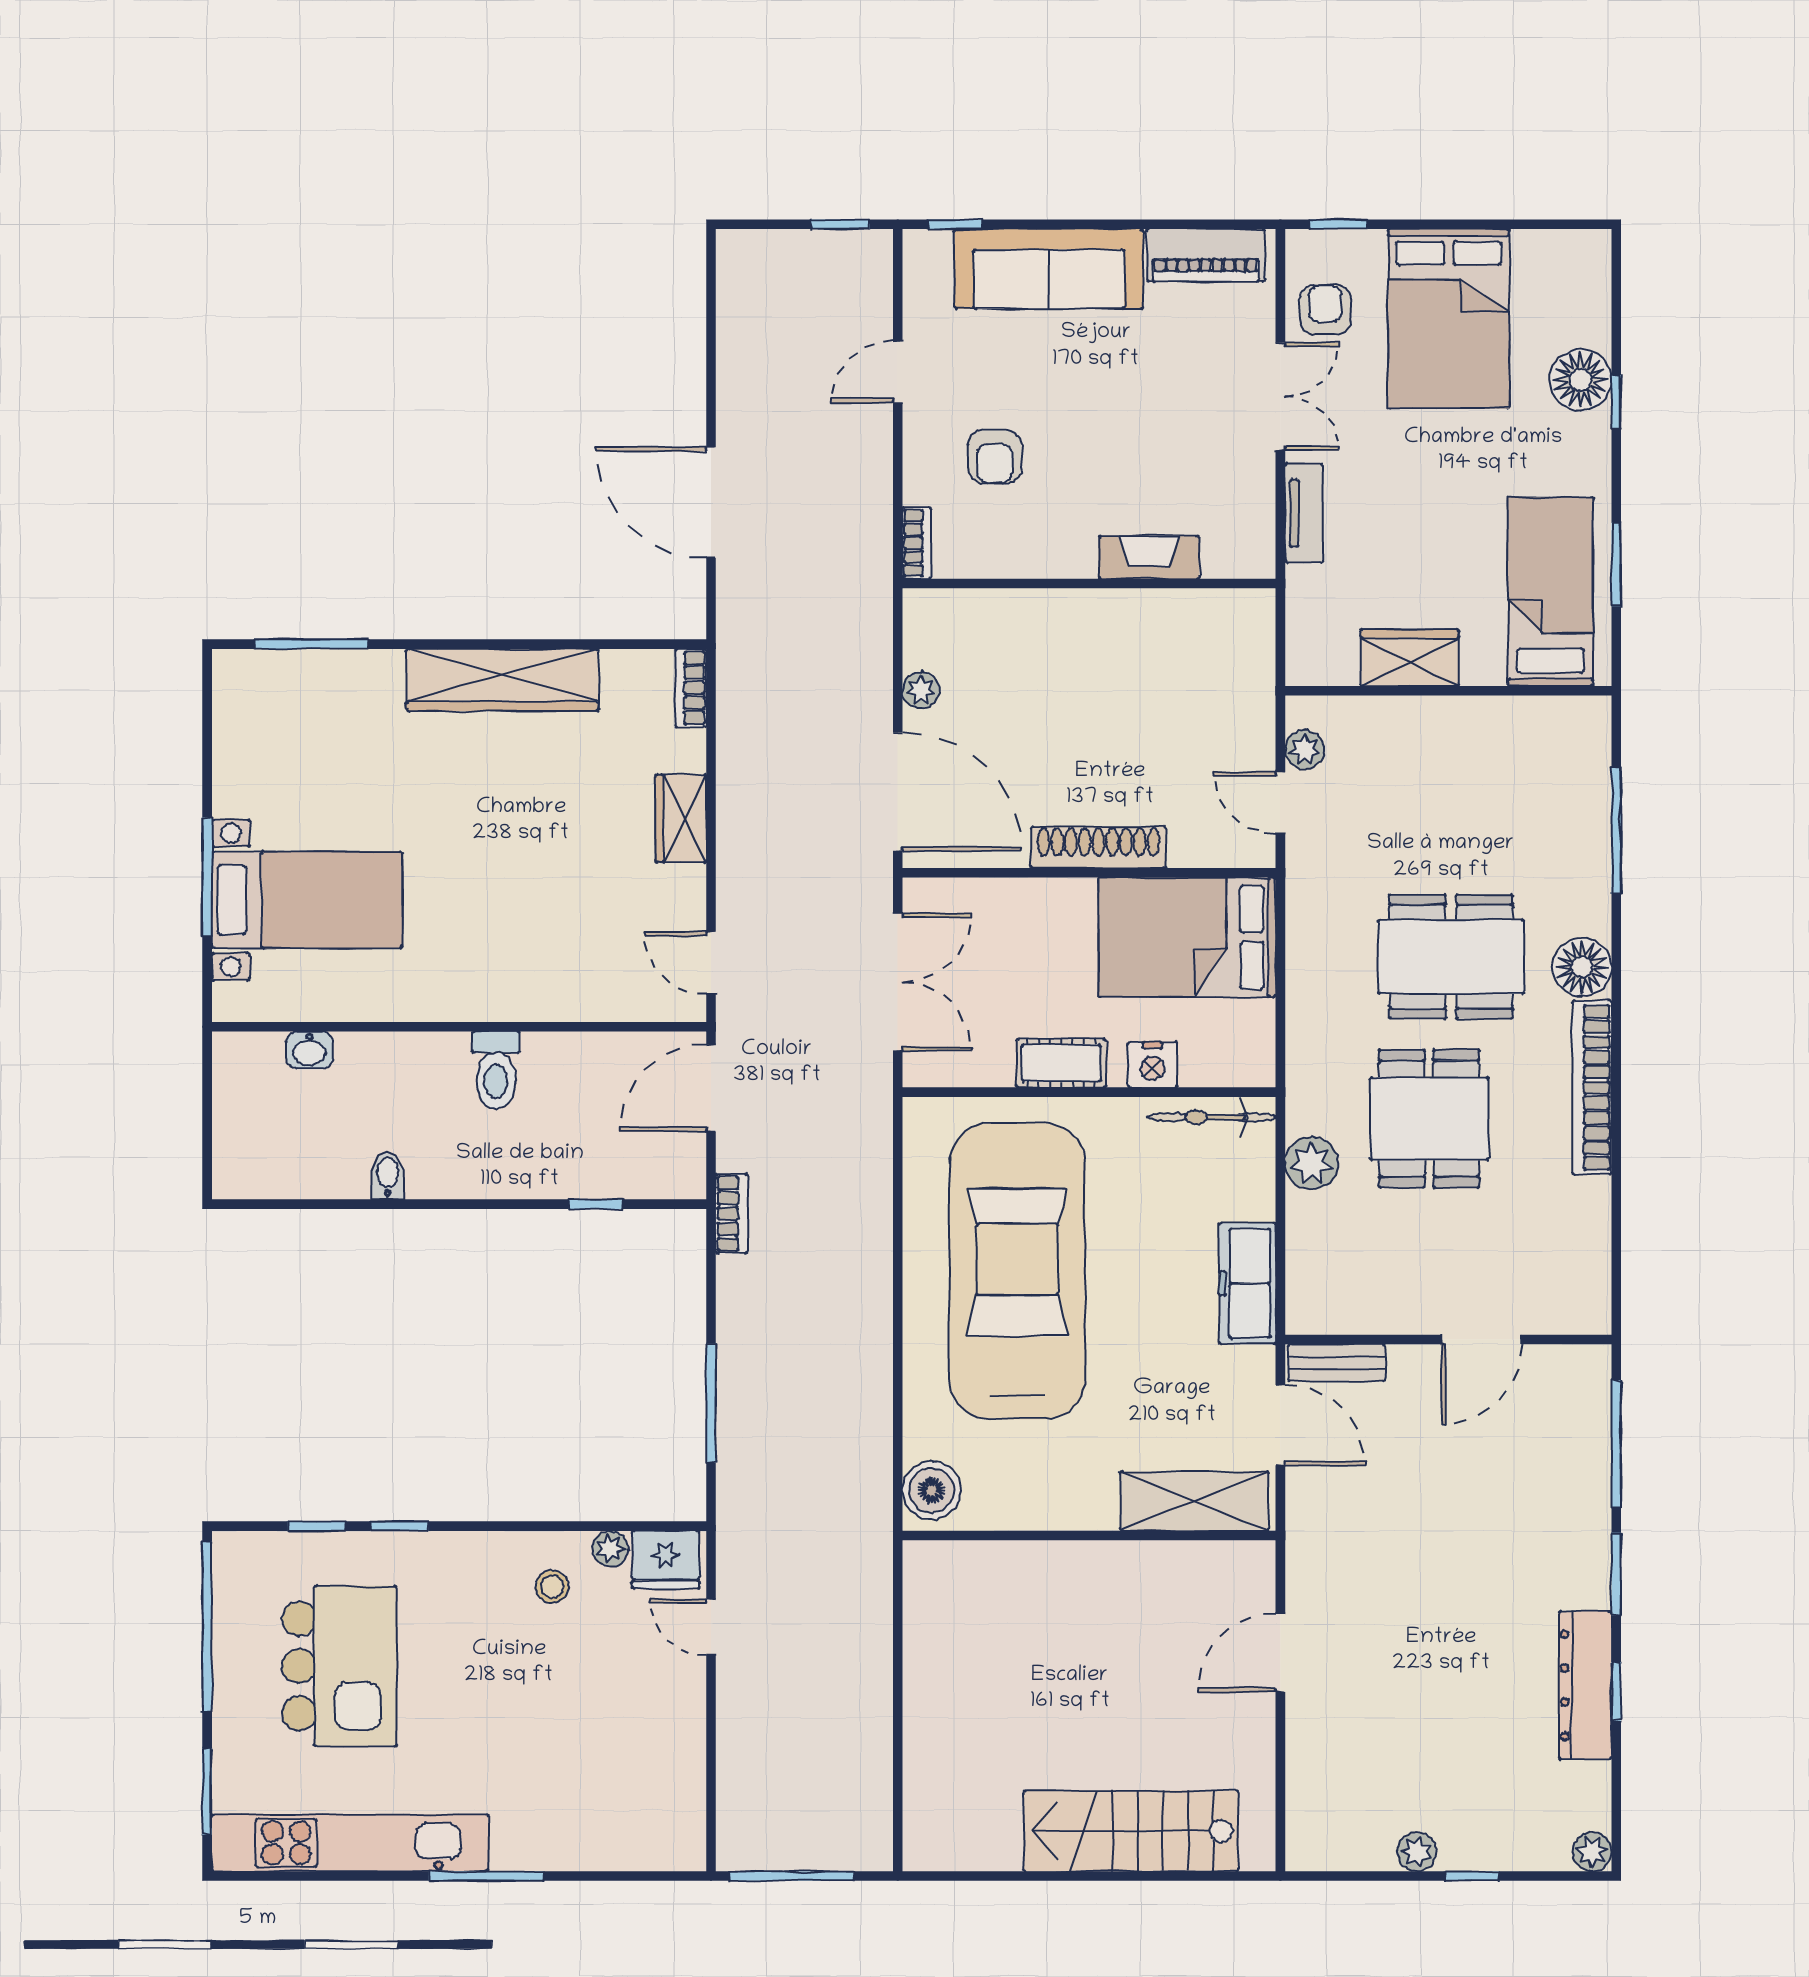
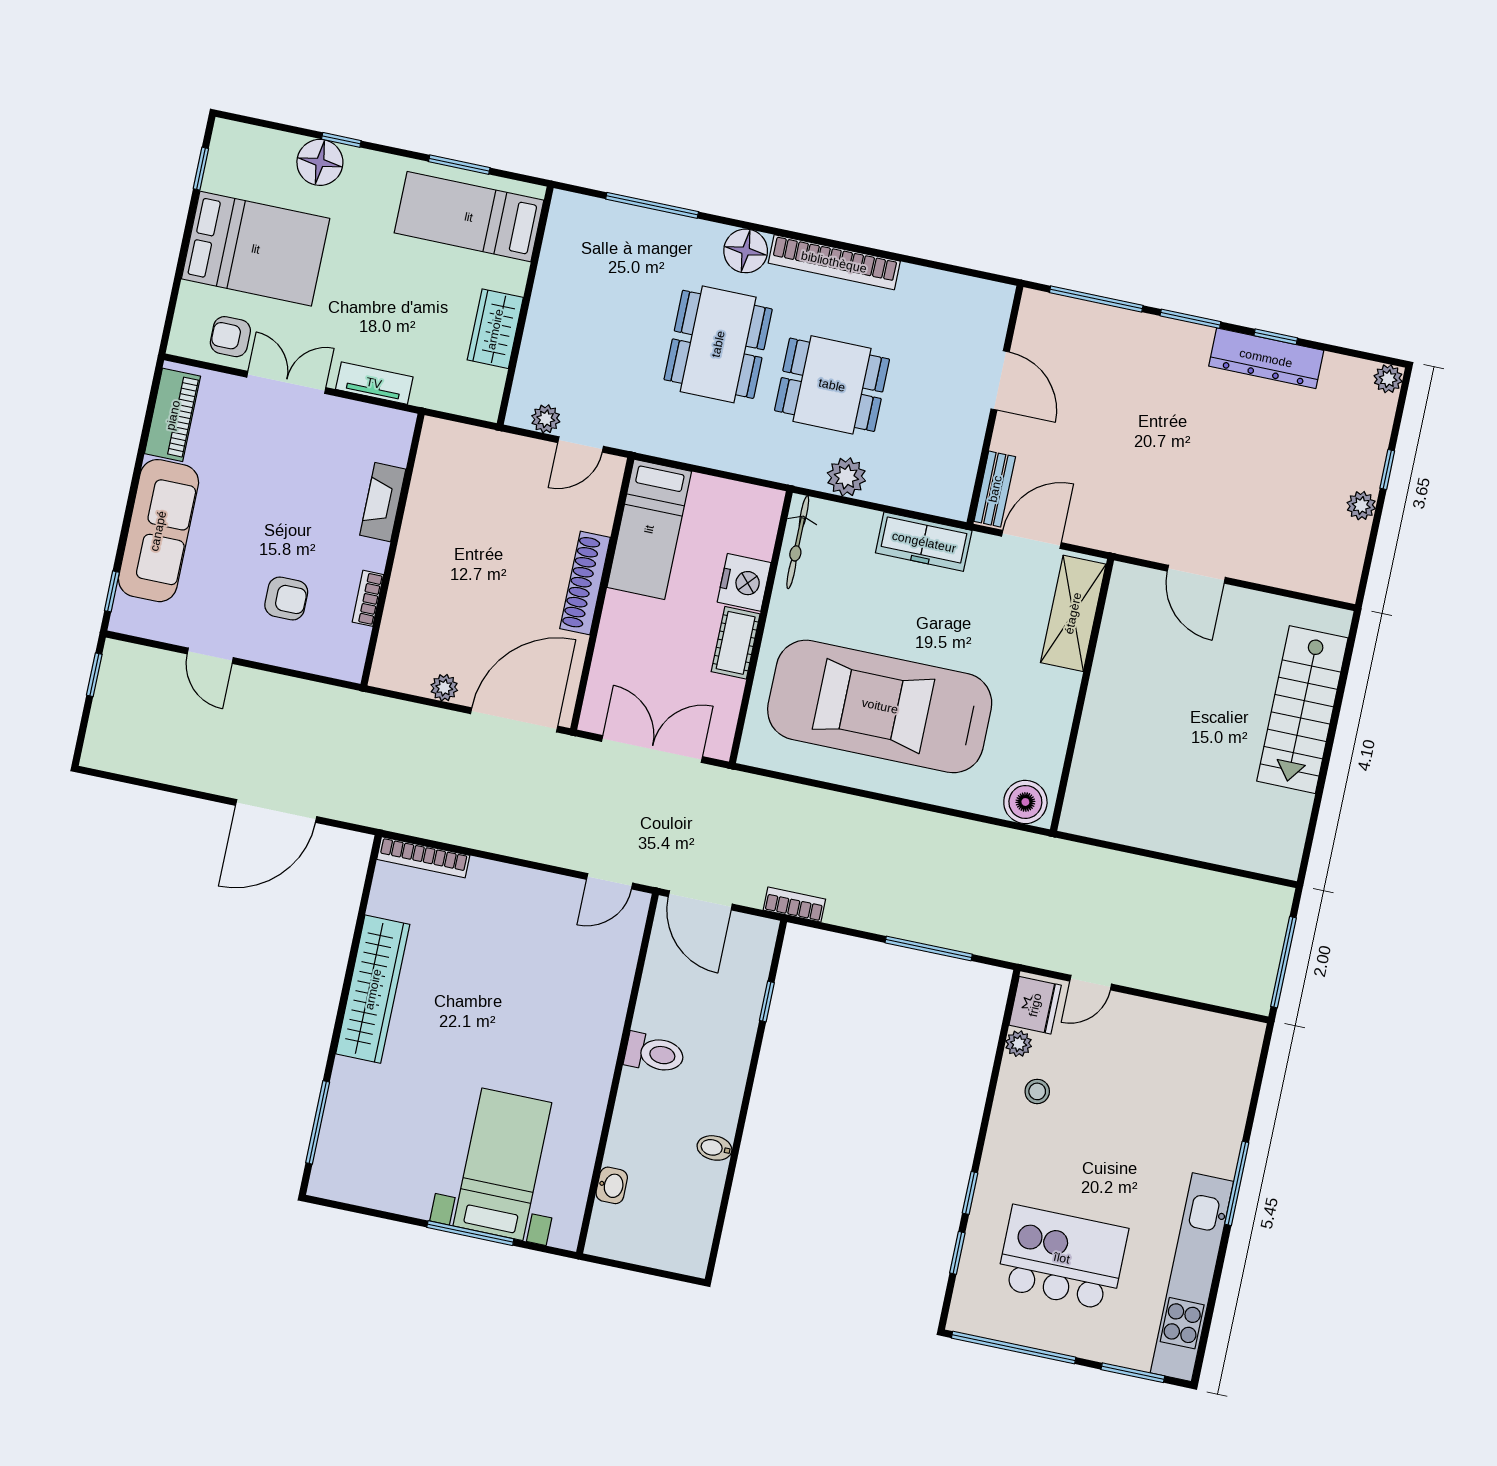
window: (1339, 224) -> (201, 169), moved
bookcase: (917, 543) -> (368, 598), moved, turned -90
bookcase: (691, 688) -> (423, 857), width x1.56
wardrobe: (681, 818) -> (500, 881), removed
bed: (1187, 937) -> (649, 529), width x0.67
nightstand: (1152, 1065) -> (744, 582), width x1.36, depth x1.33

